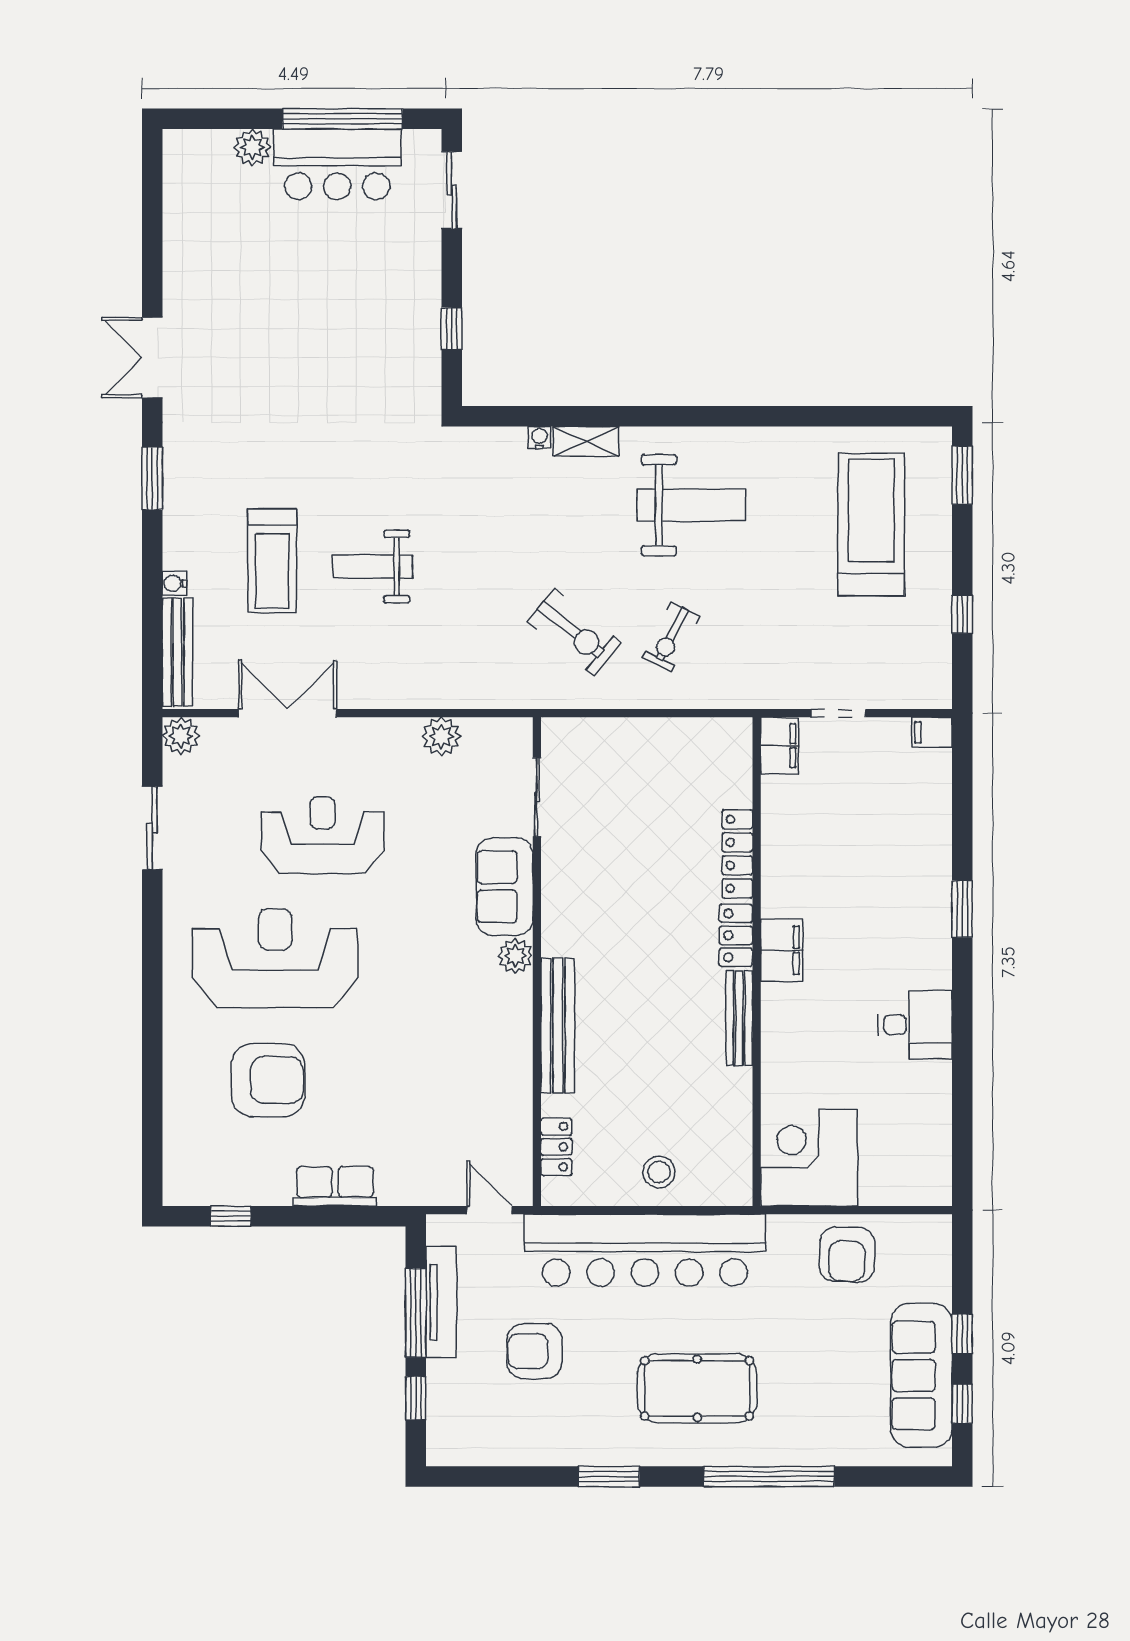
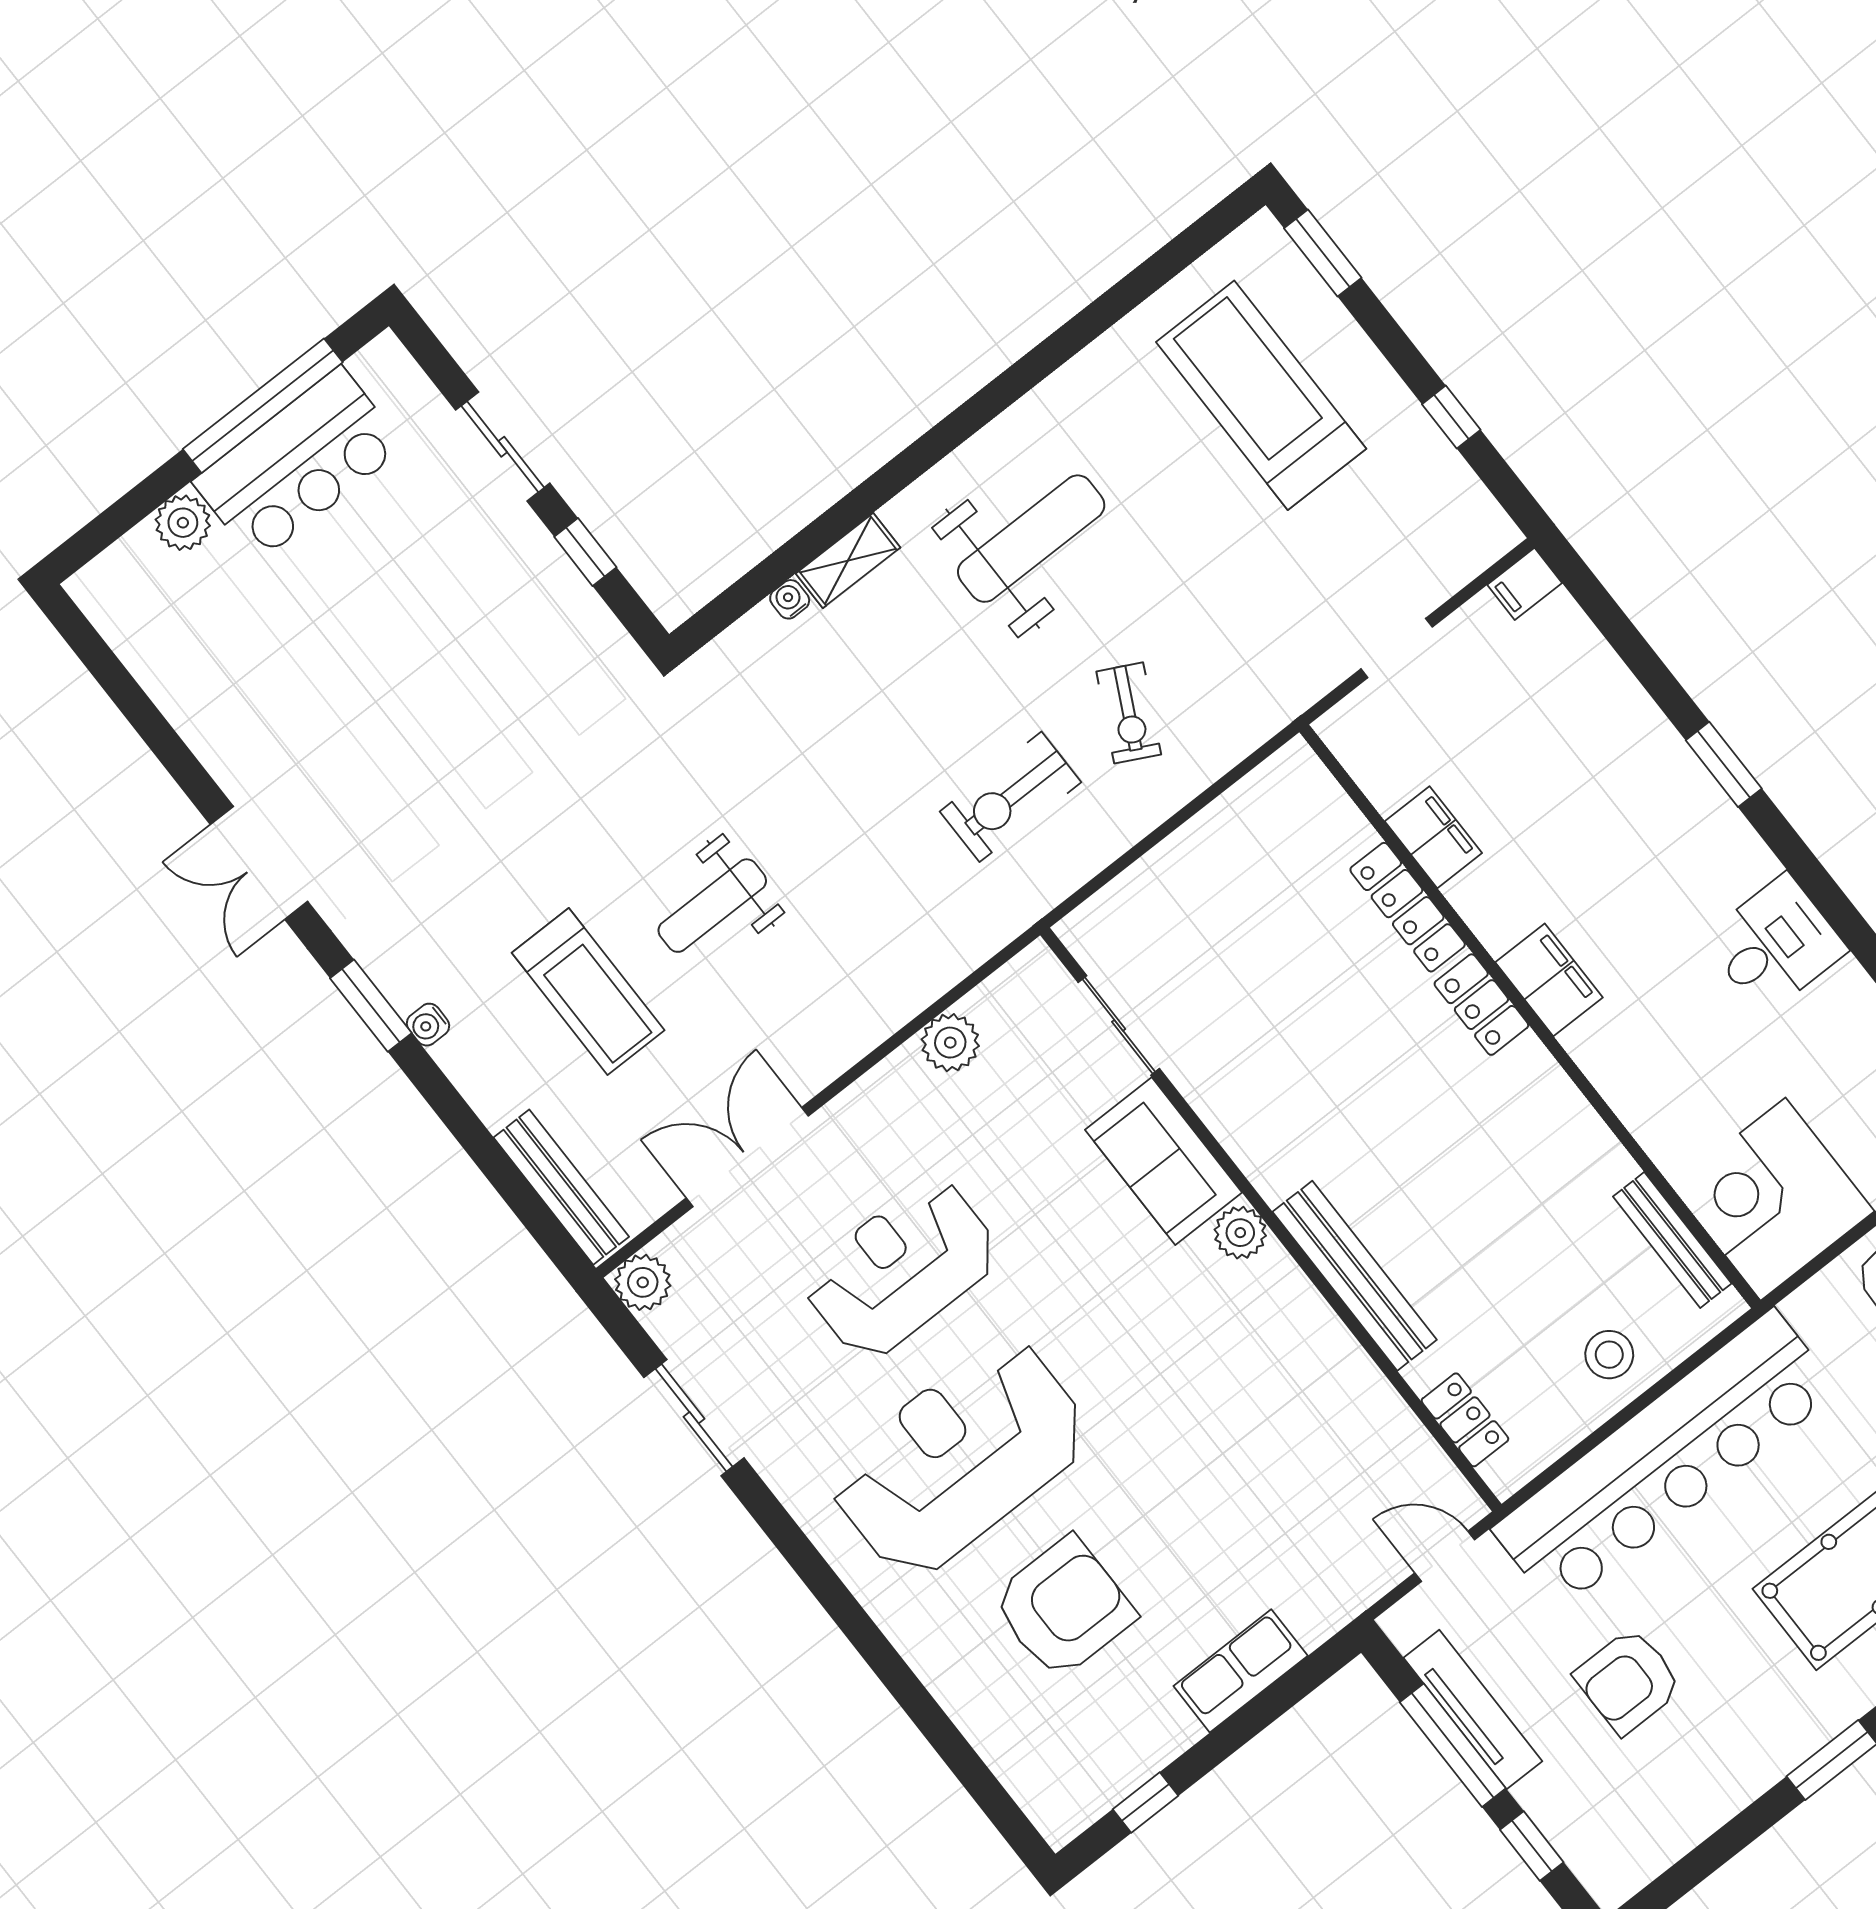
sliding door: (452, 190) -> (503, 447), moved
water cooler: (174, 583) -> (428, 1025), moved
exercise bike: (574, 632) -> (1011, 797), turned 141
filing cabinet: (780, 746) -> (1433, 837), moved
bench: (739, 1018) -> (1672, 1240), moved

